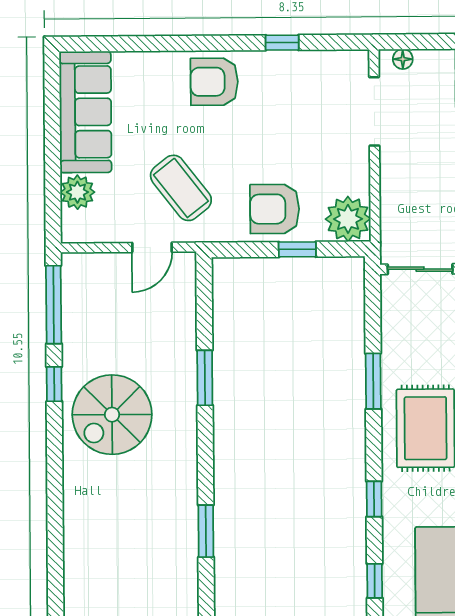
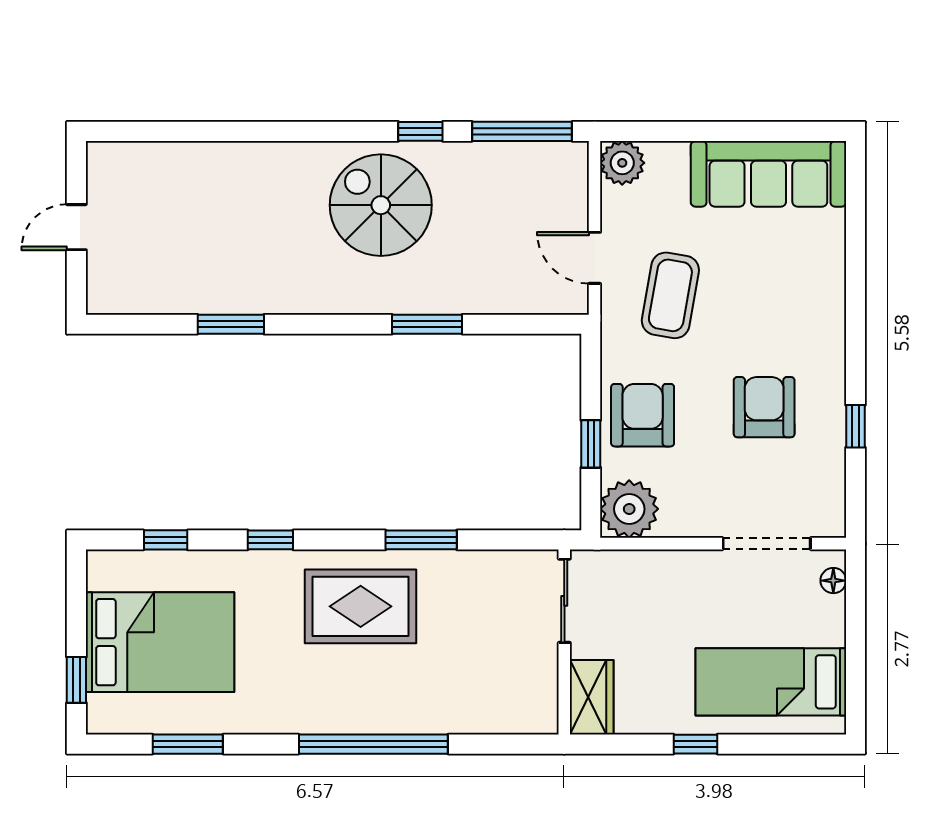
armchair: (214, 82) -> (764, 407), moved
coffee table: (181, 188) -> (670, 295), turned -42
plant: (77, 192) -> (622, 163), moved

